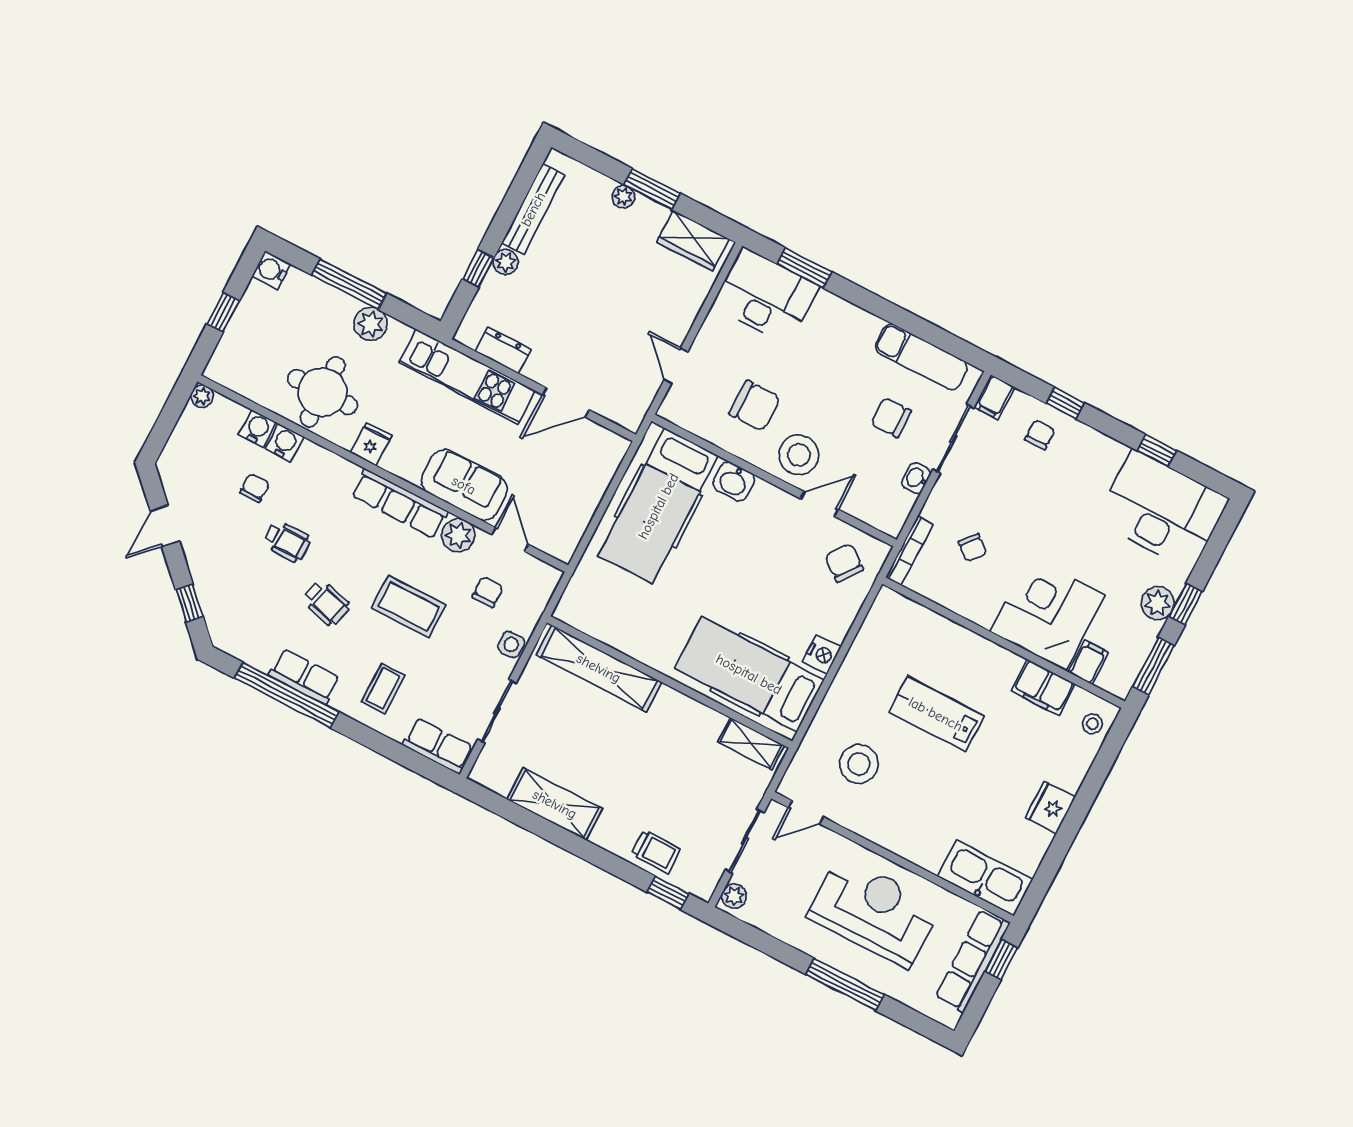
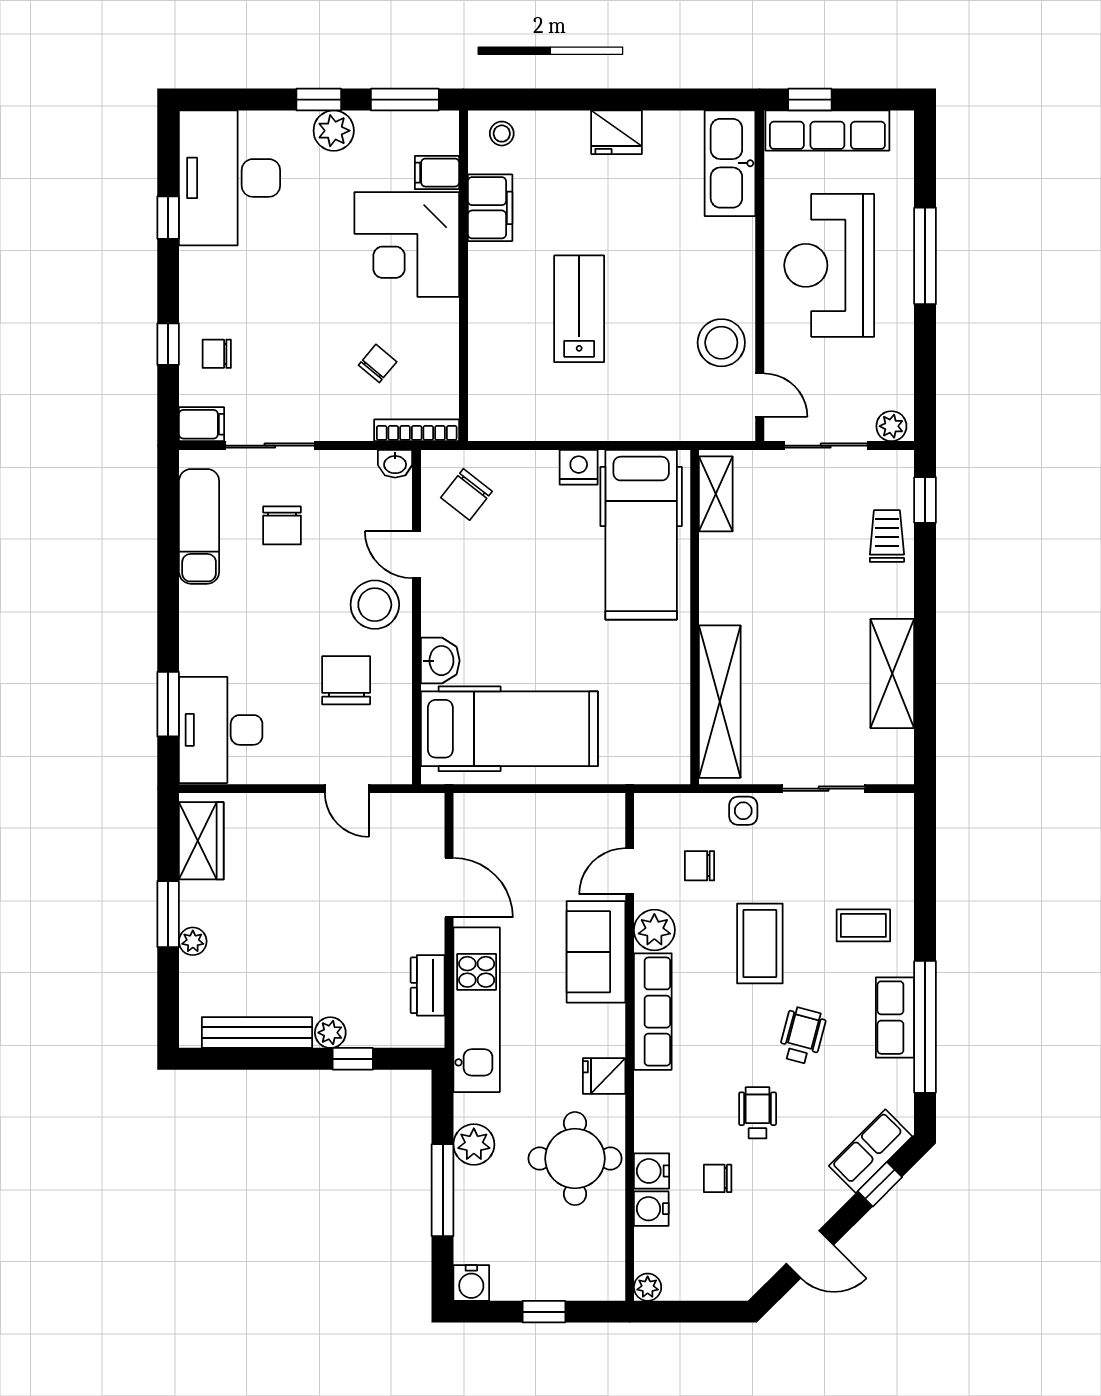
door: (676, 366) -> (347, 789), hinge flipped
washbasin: (916, 478) -> (395, 464), moved
lab bench: (936, 714) -> (579, 309), turned 180
row of seats: (438, 746) -> (871, 1151), moved, turned 45
stool: (859, 764) -> (721, 343), moved

